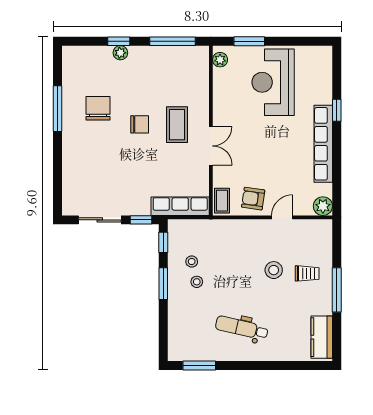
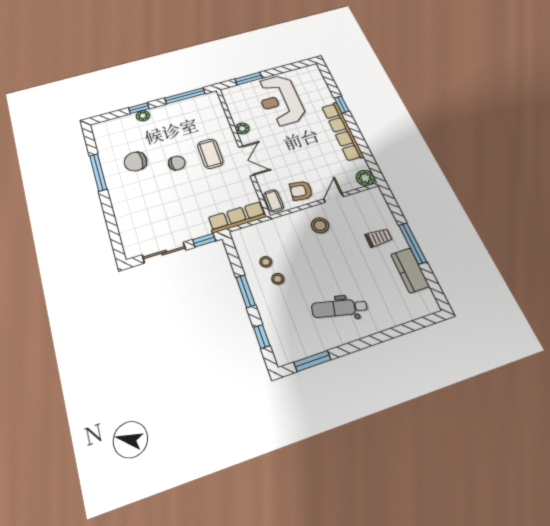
plant: (220, 60) -> (242, 128), moved
chair: (98, 108) -> (135, 161), turned -90
window: (163, 242) -> (262, 336), moved
stool: (274, 270) -> (320, 225), moved
kitchen counter: (322, 337) -> (410, 270), moved

